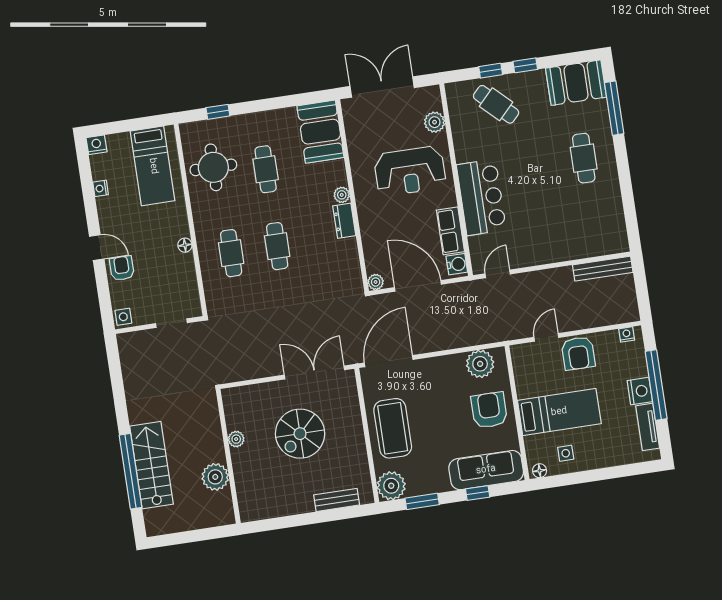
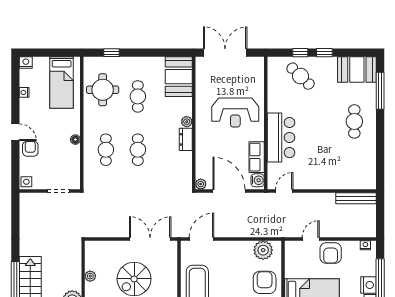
plant: (435, 122) -> (257, 82), removed
door: (389, 361) -> (201, 239), width x0.73

